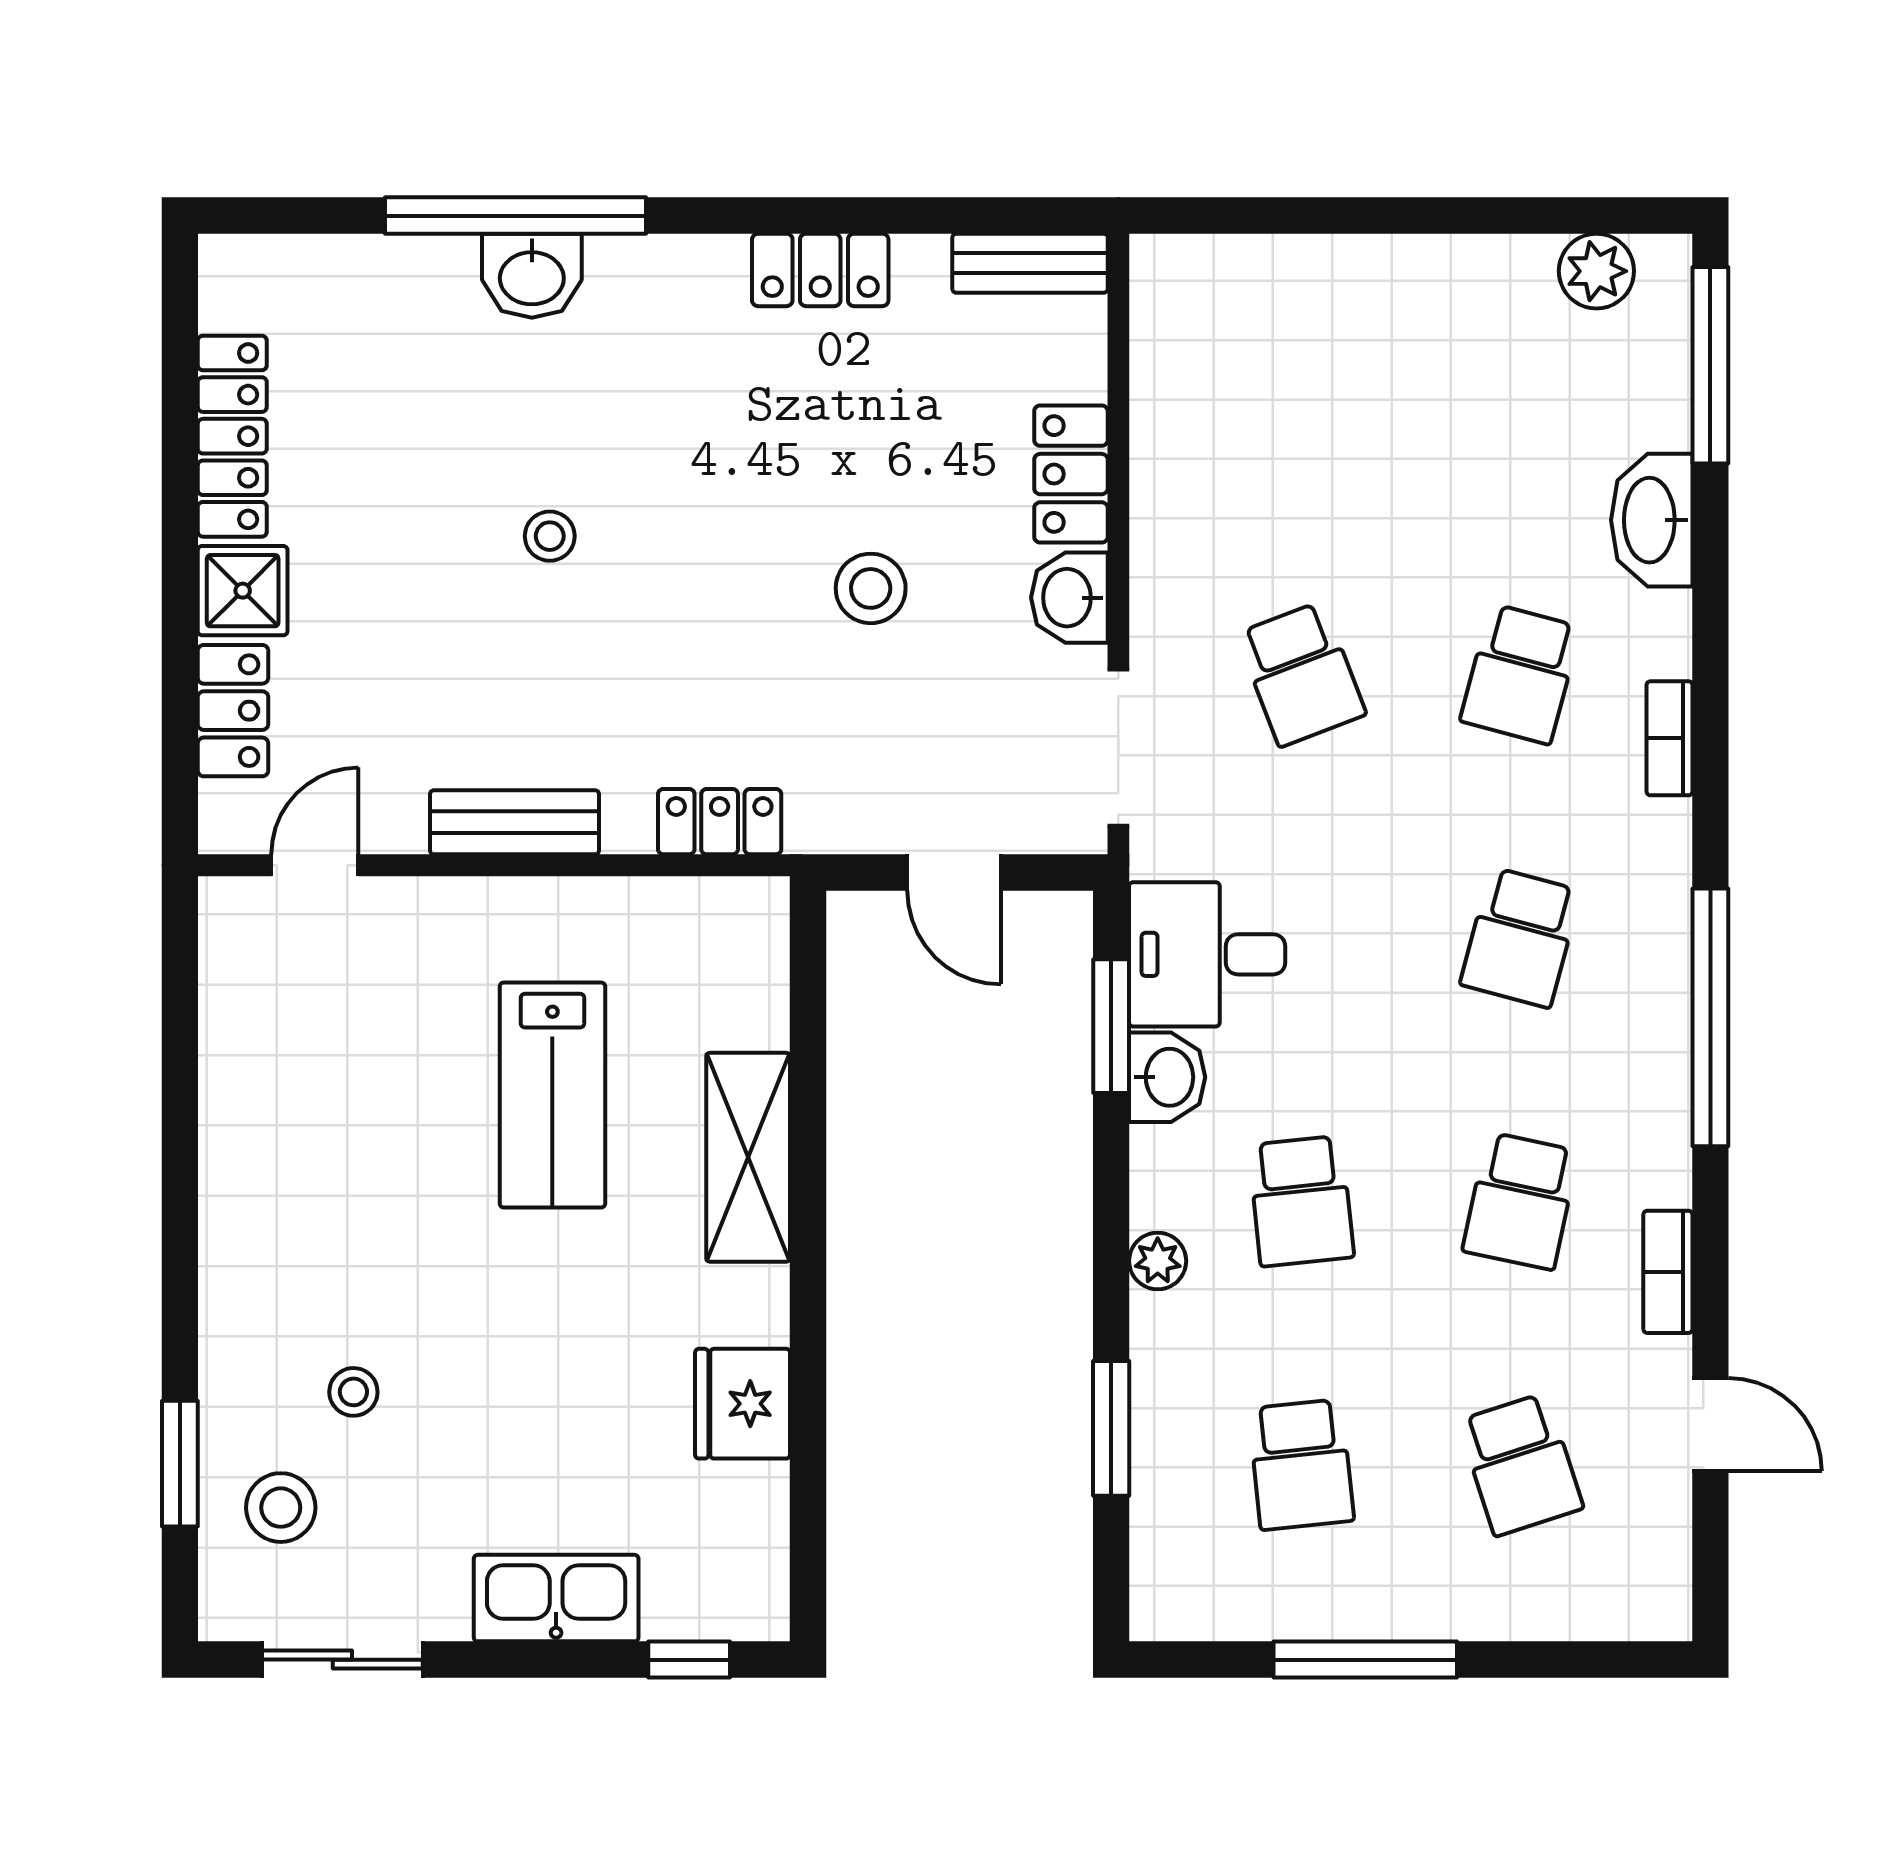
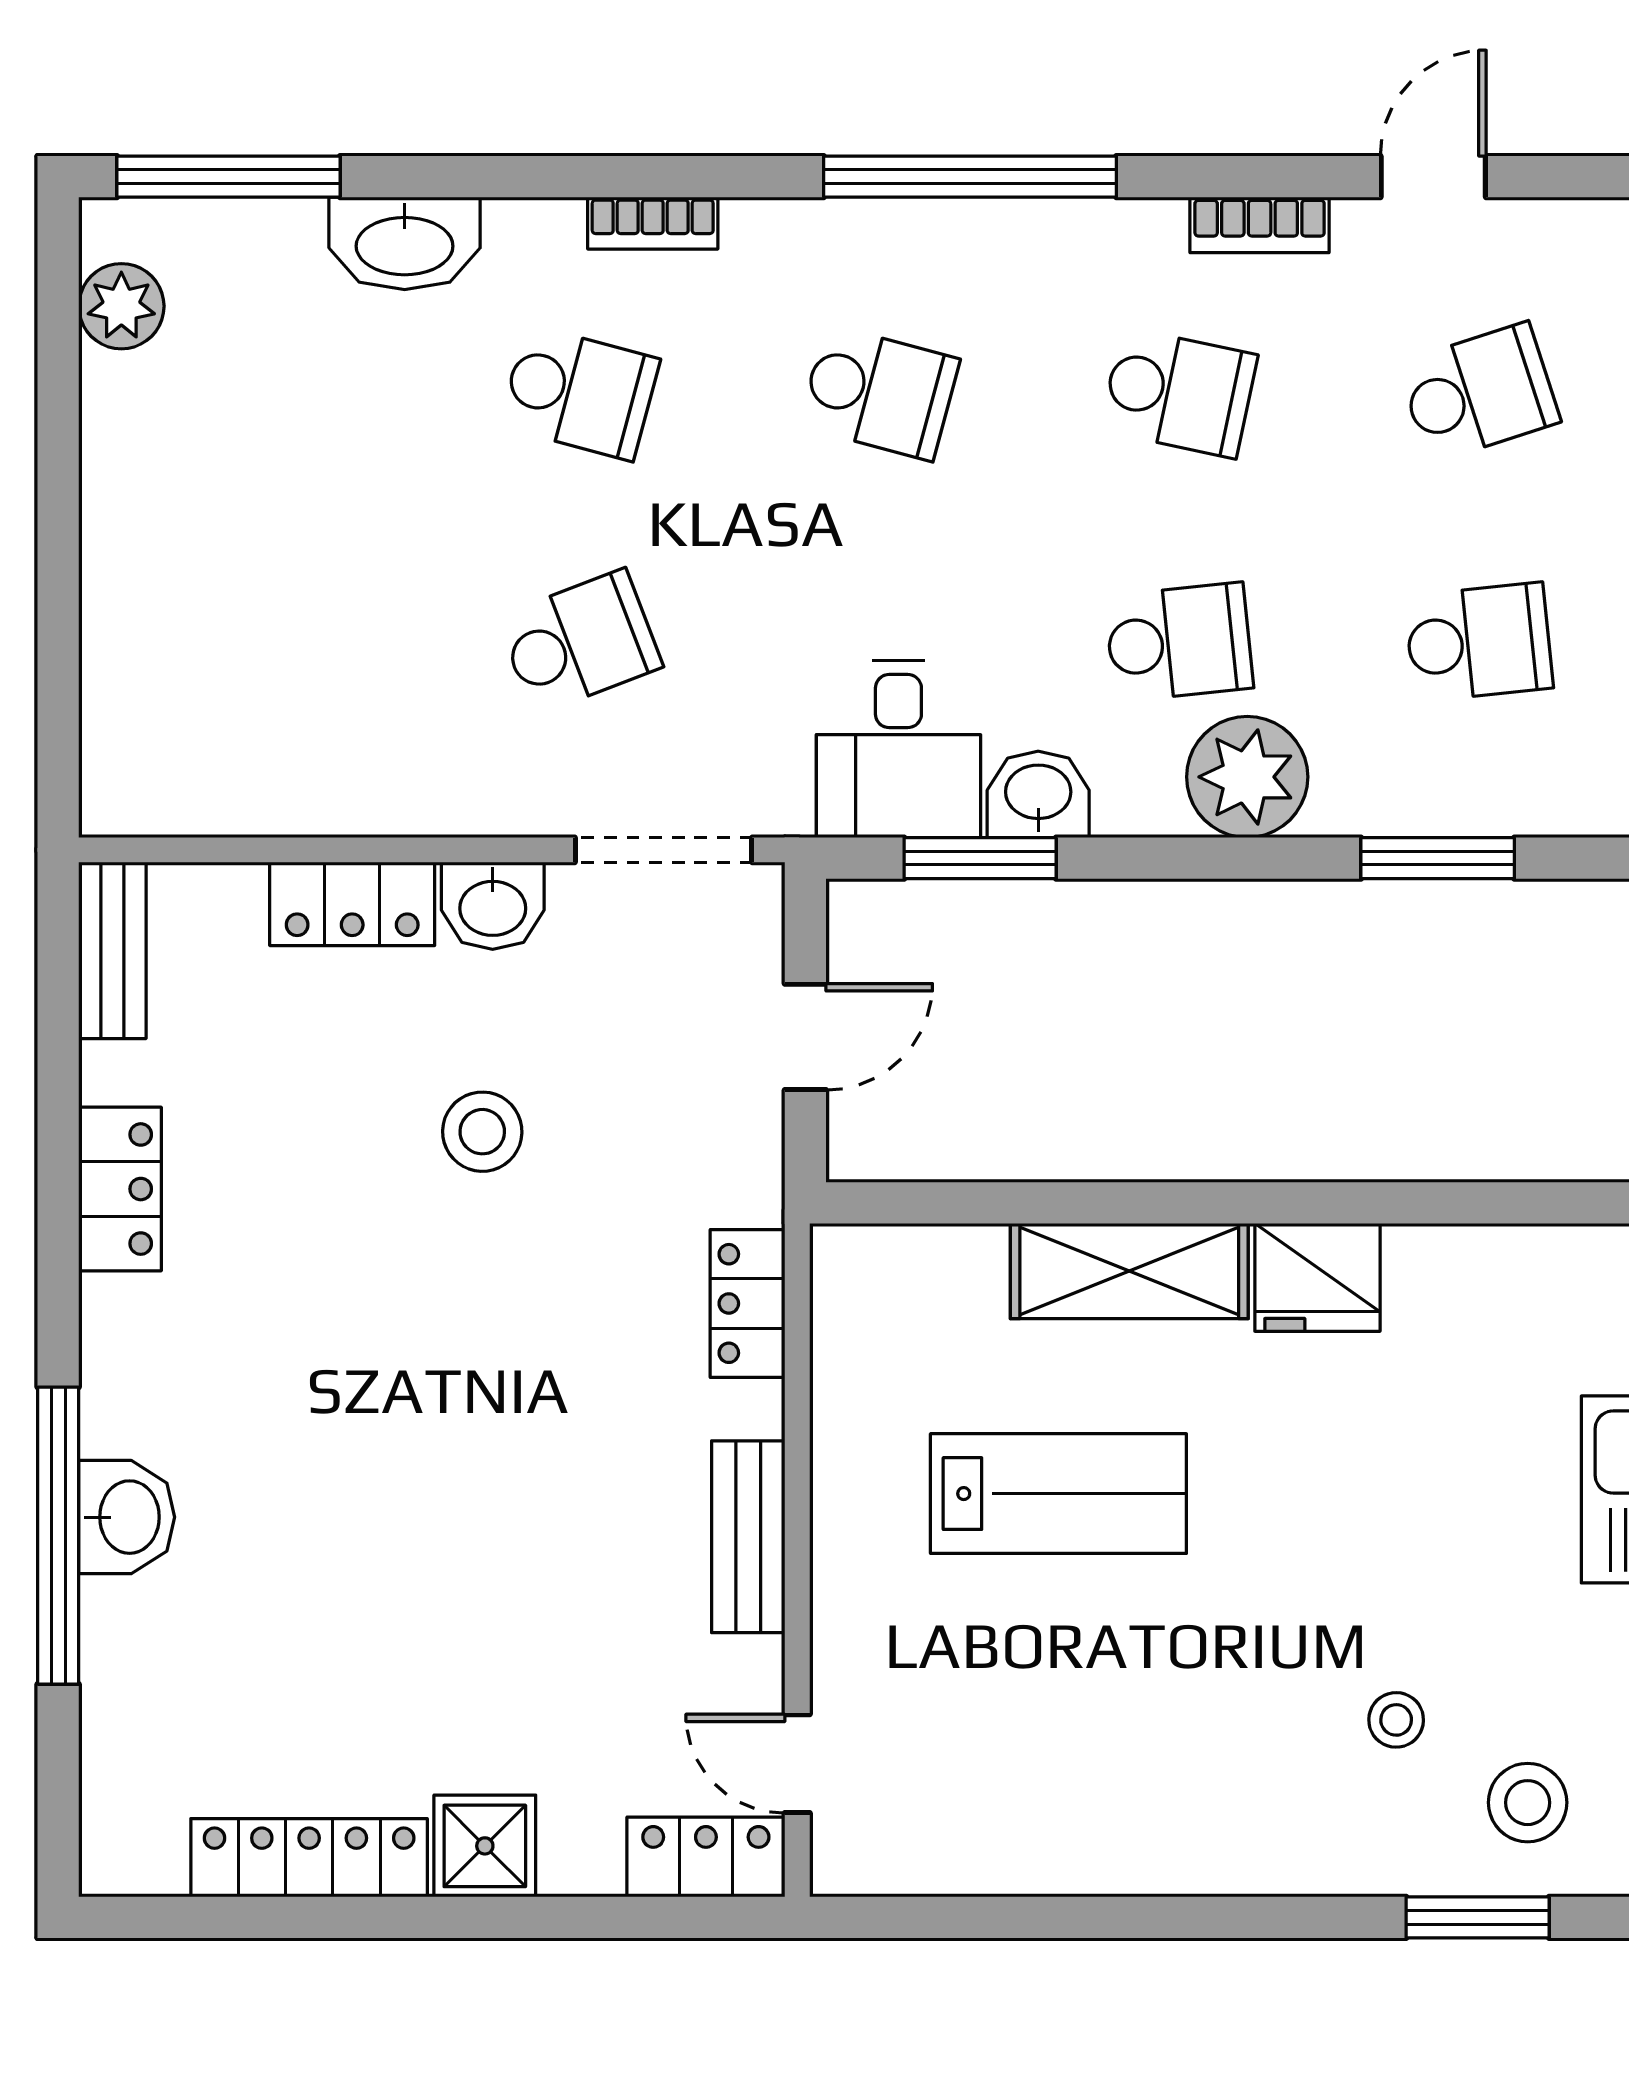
stool: (550, 536) -> (423, 1497), removed
locker: (233, 711) -> (706, 1857), moved
plant: (1158, 1261) -> (1247, 777), width x1.87, depth x1.87
fridge: (743, 1404) -> (1317, 1277), moved

